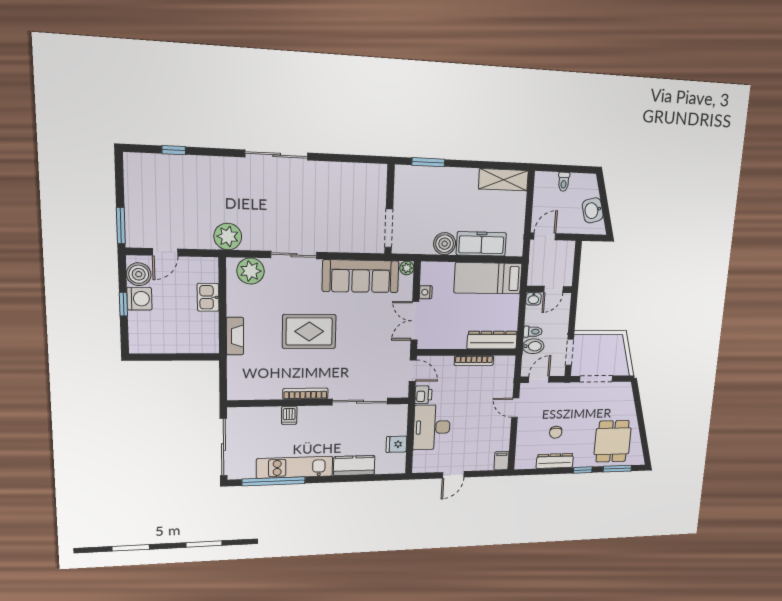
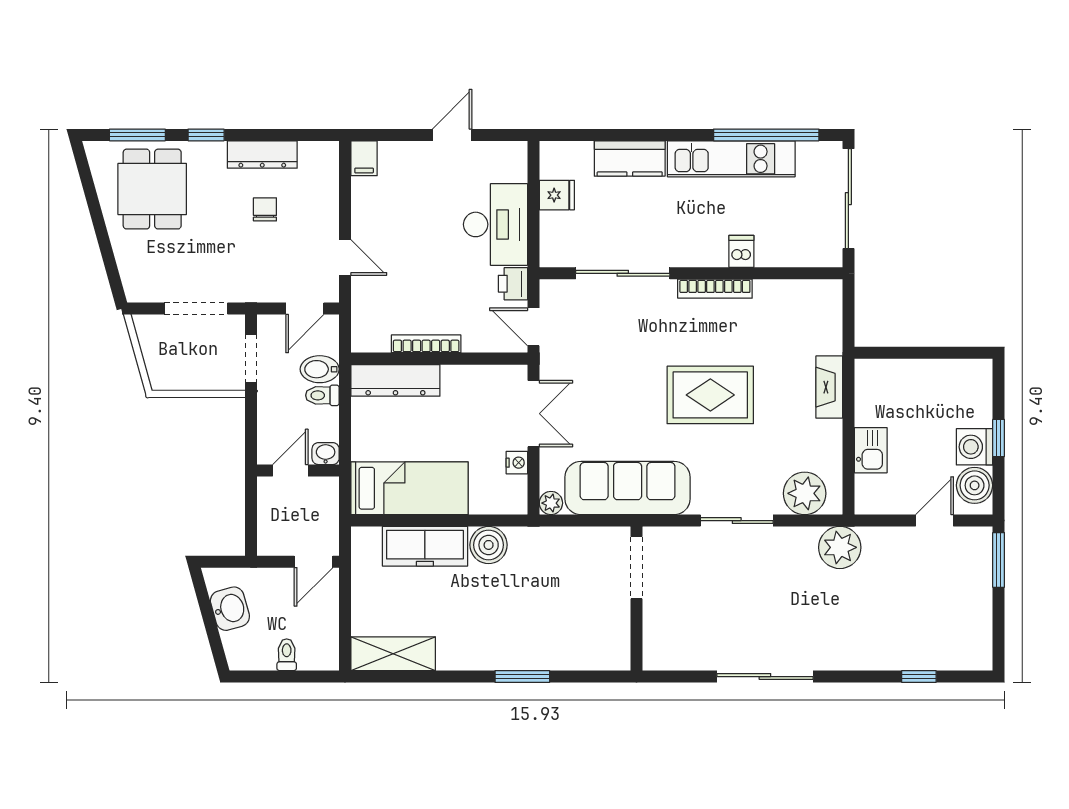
wall: (389, 209) -> (636, 599), moved
doorway: (389, 228) -> (636, 568), moved

